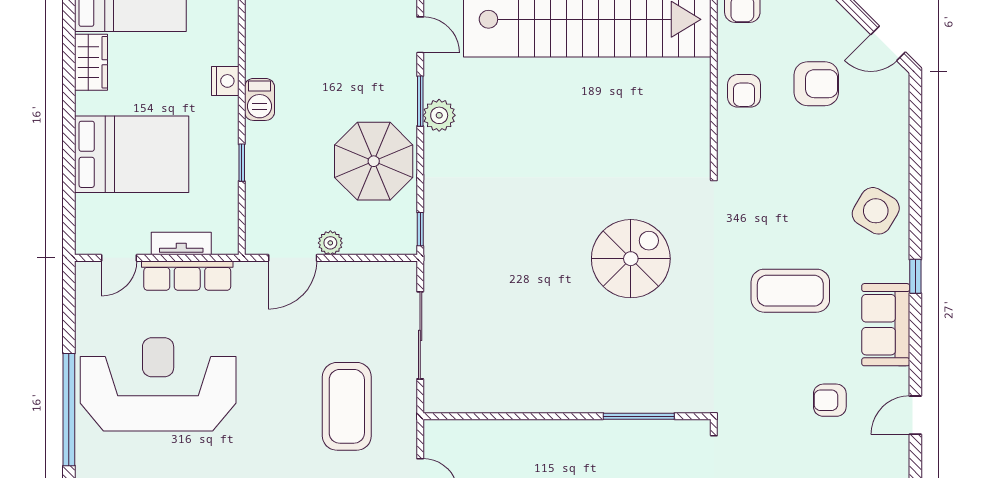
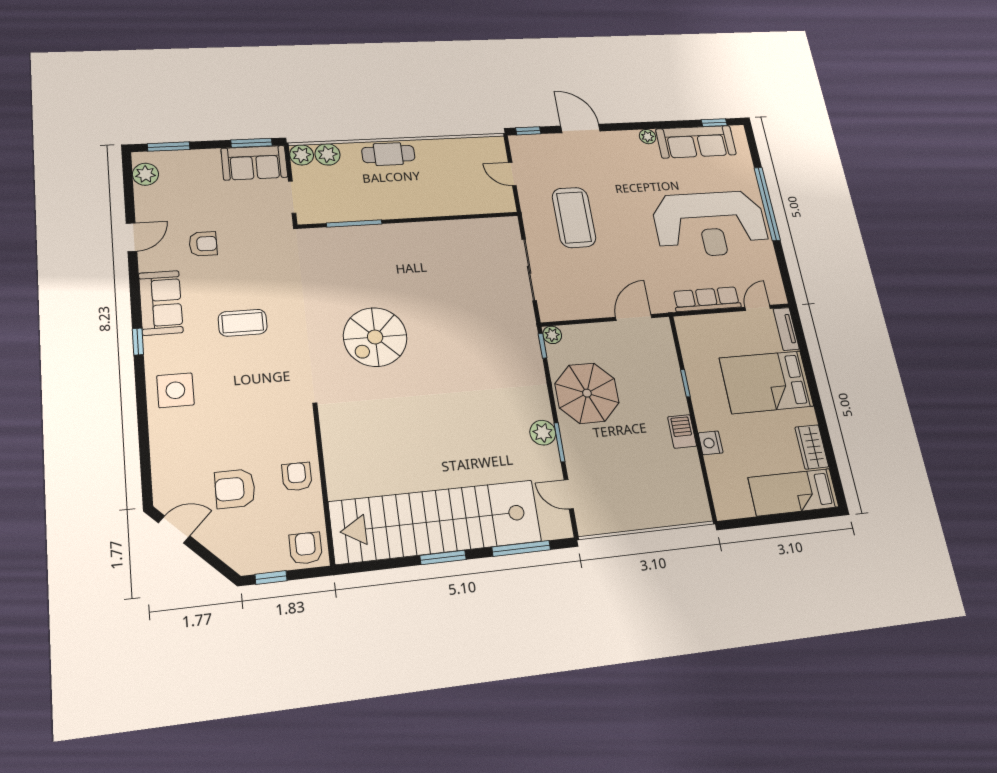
side table: (876, 211) -> (175, 390), turned -31
plant: (330, 243) -> (552, 335), moved
tv unit: (181, 244) -> (786, 329), moved, turned 90
coffee table: (790, 291) -> (243, 323), width x0.73, depth x0.76

